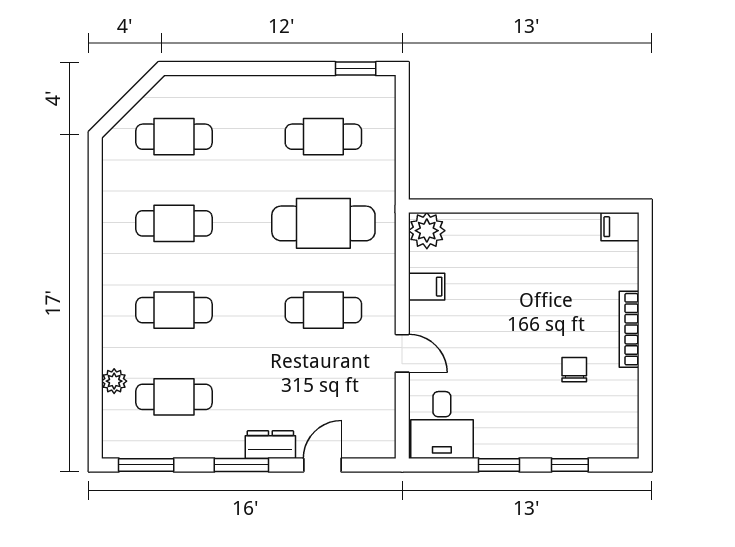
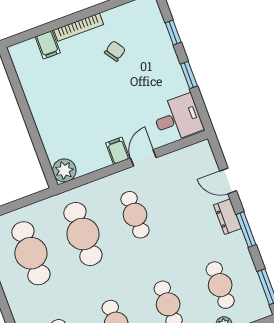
cafe table: (323, 137) -> (31, 253), width x1.37, depth x1.35
filing cabinet: (620, 227) -> (48, 45), moved
filing cabinet: (427, 287) -> (118, 151), moved
chair: (574, 370) -> (115, 51), turned 146

